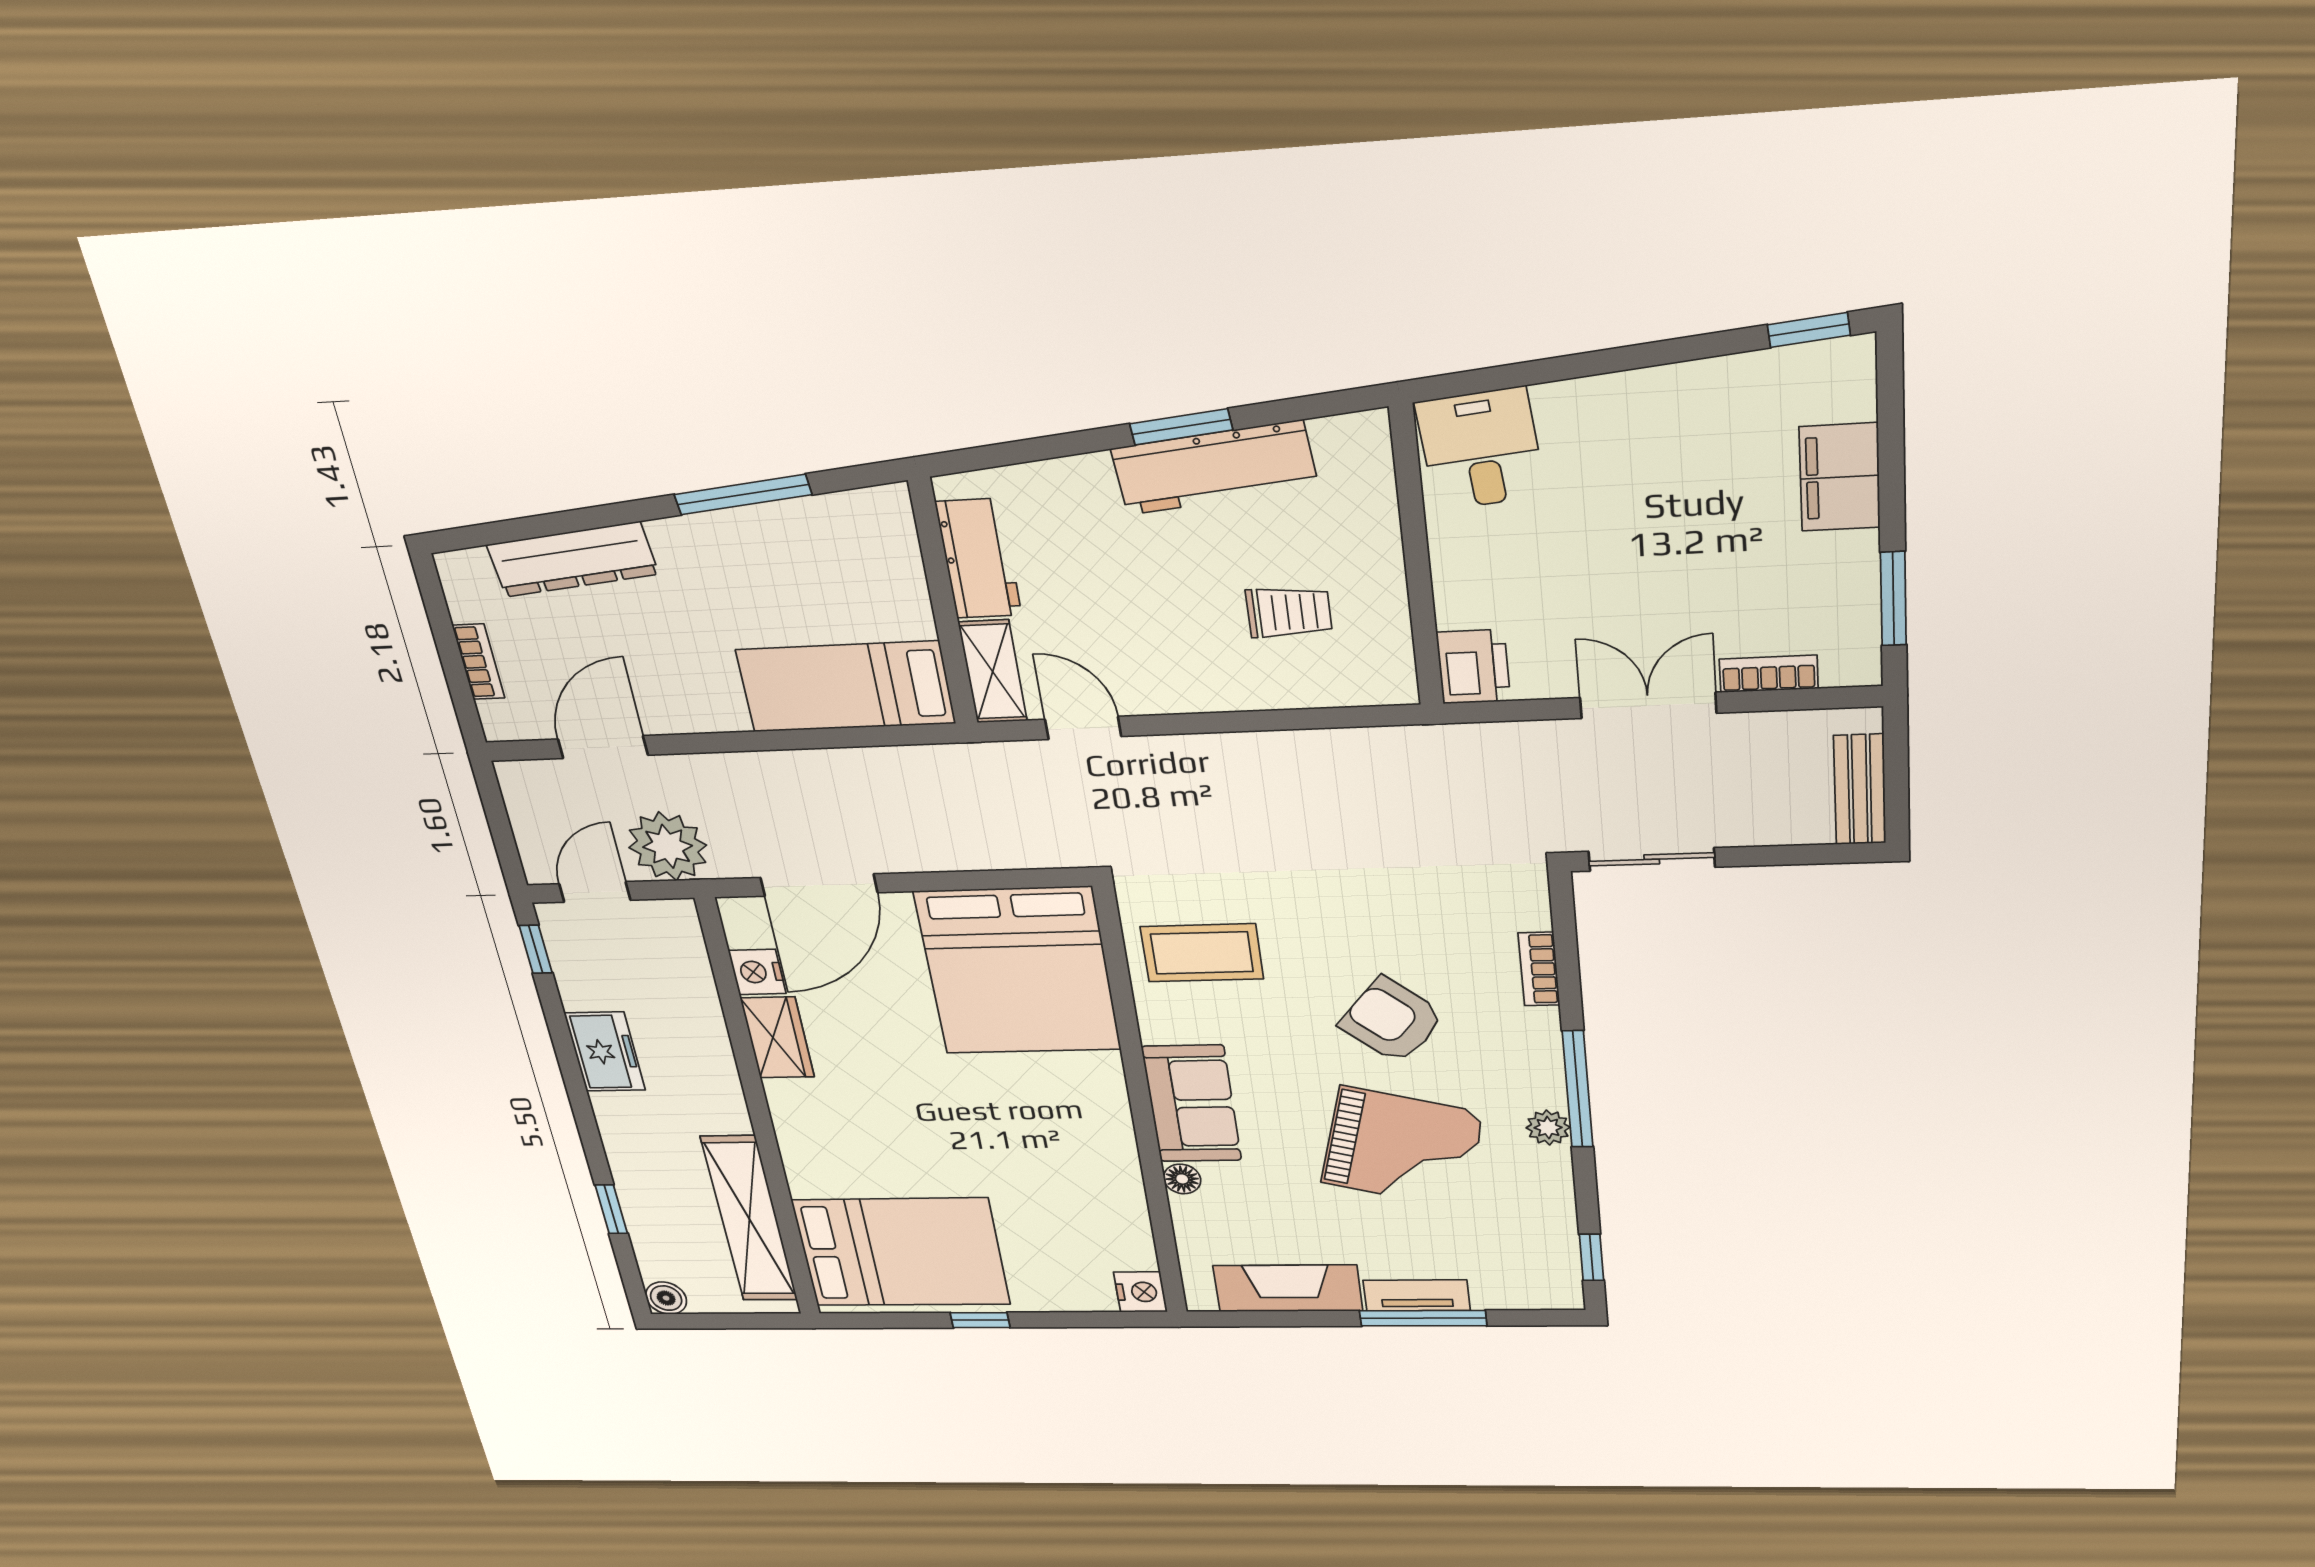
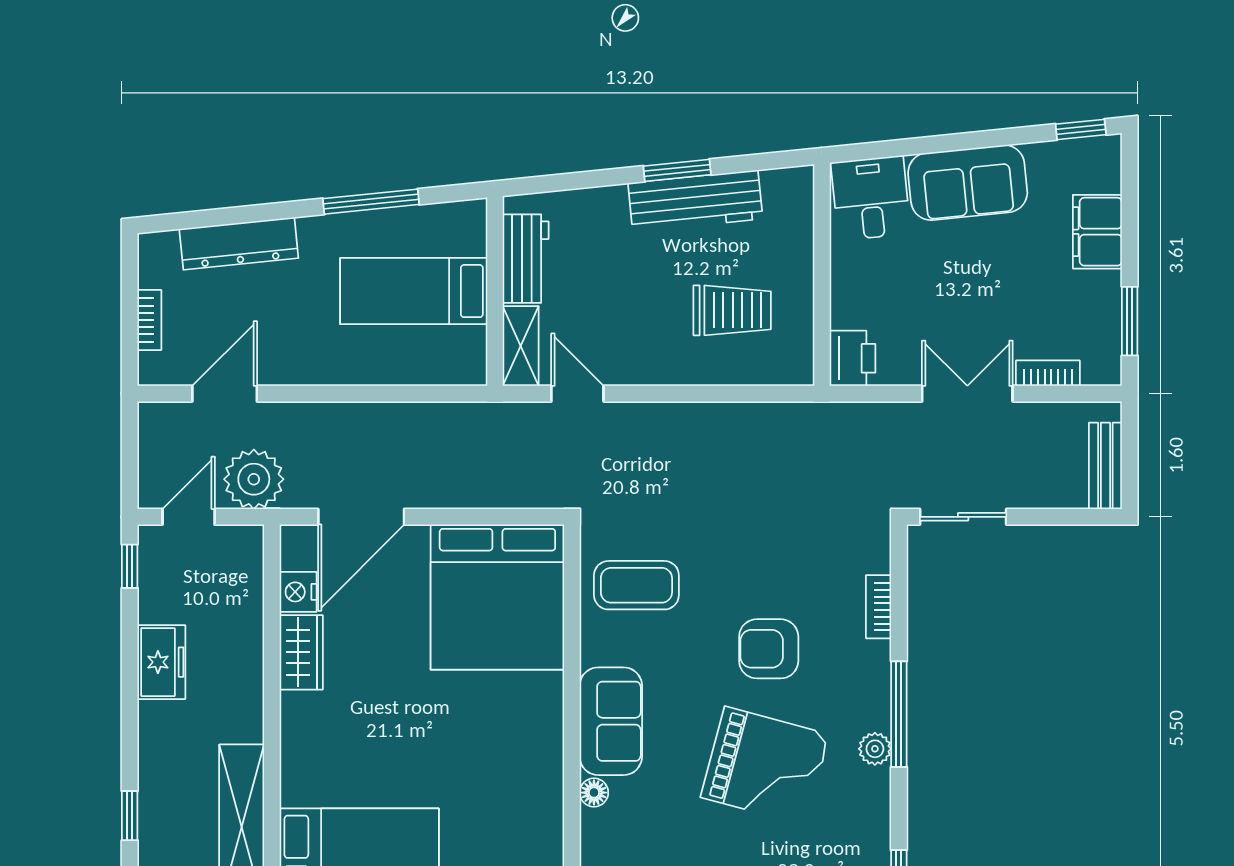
sofa: (1631, 419) -> (968, 183), added
trolley: (1289, 612) -> (732, 310), width x1.36, depth x1.39
bed: (846, 687) -> (414, 291), moved
armchair: (1392, 1020) -> (769, 649), turned -40

